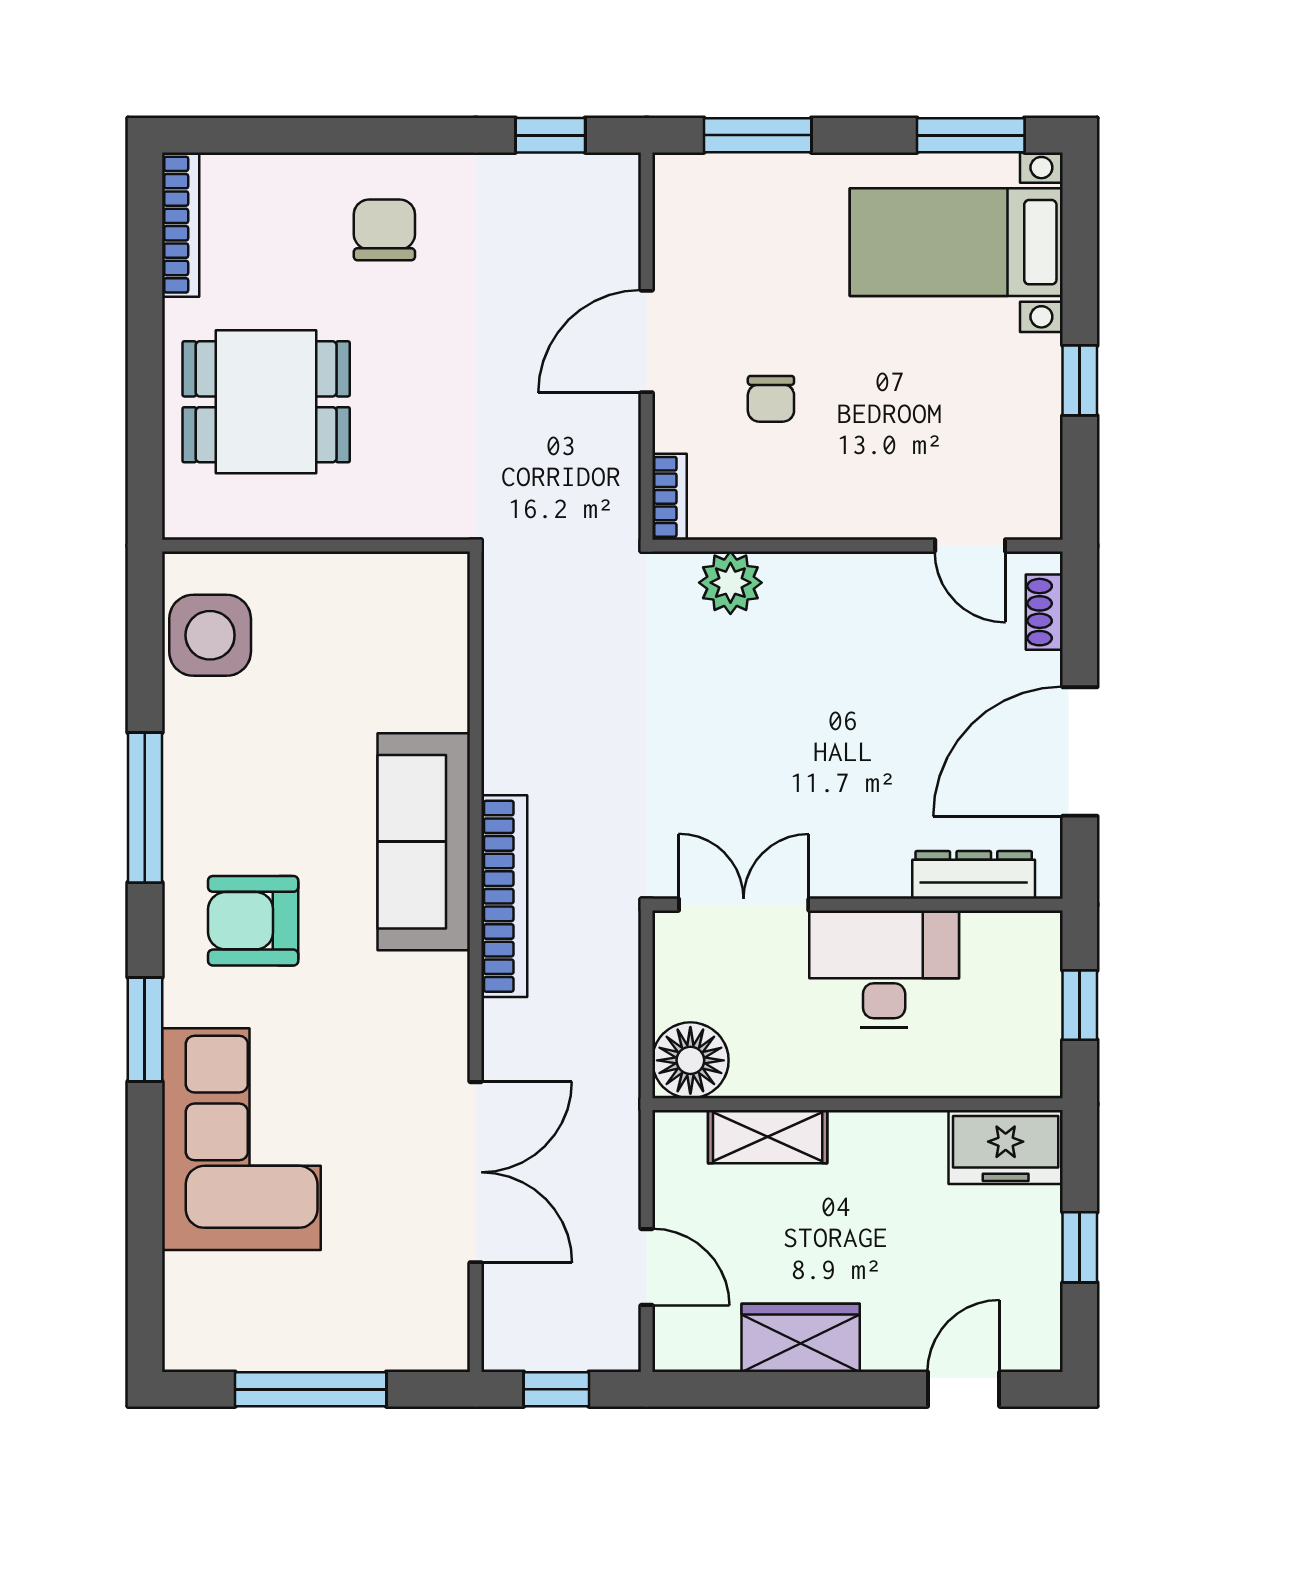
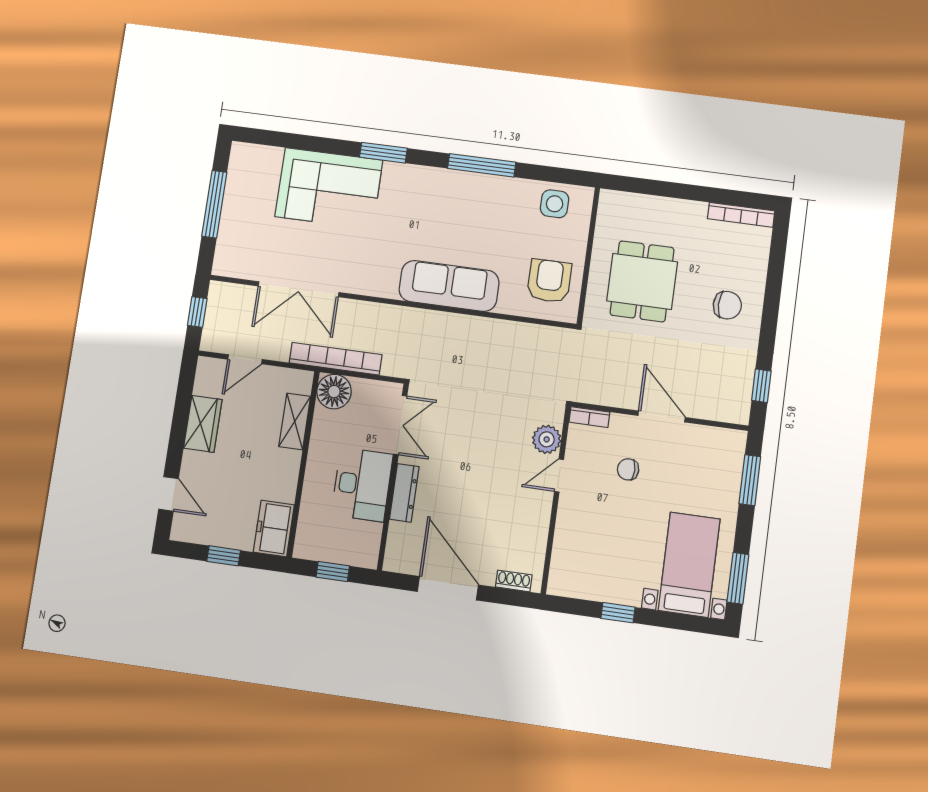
dining table: (266, 402) -> (642, 281), moved
door: (970, 546) -> (559, 475), moved
side table: (210, 635) -> (555, 204), width x0.73, depth x0.73
dresser: (974, 875) -> (404, 493), moved
bookcase: (504, 896) -> (336, 359), moved, turned 180
armchair: (253, 921) -> (549, 281), moved

